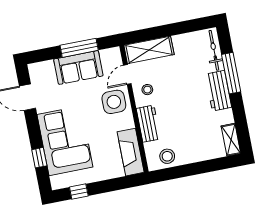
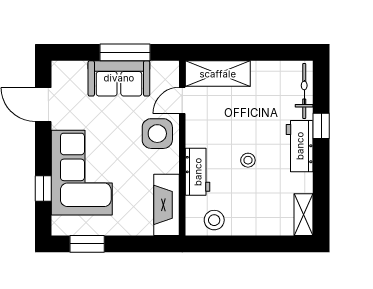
window: (231, 73) -> (321, 126), width x0.46
stool: (147, 90) -> (248, 160), moved
window: (79, 191) -> (87, 244), width x1.50

